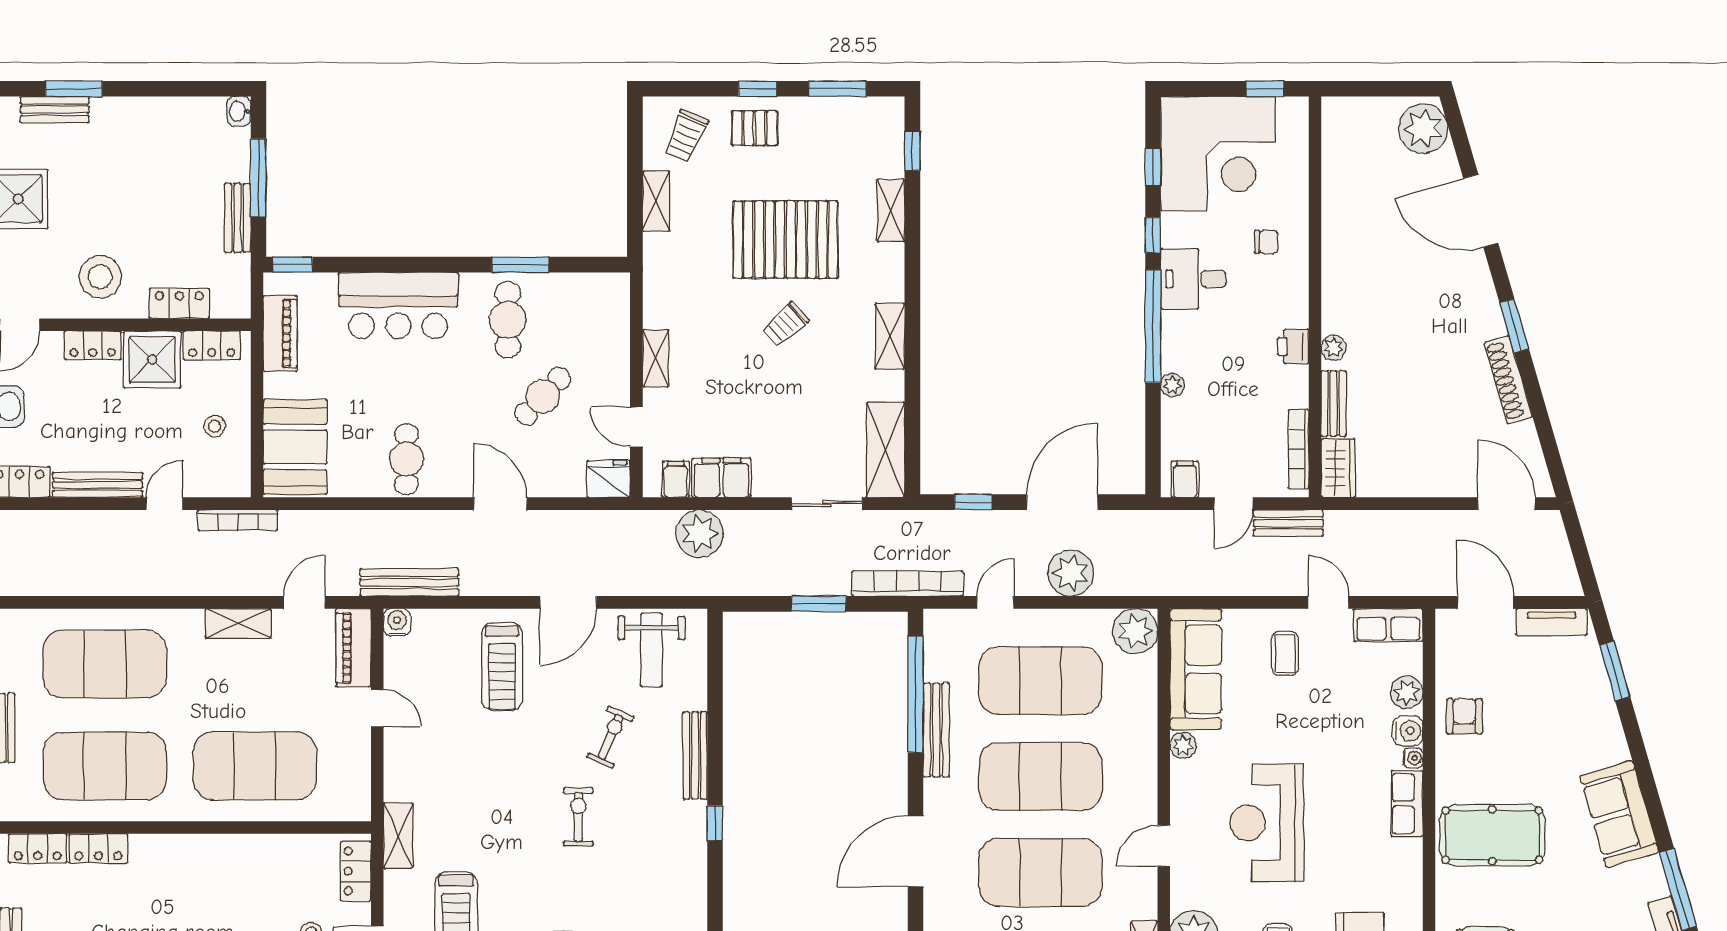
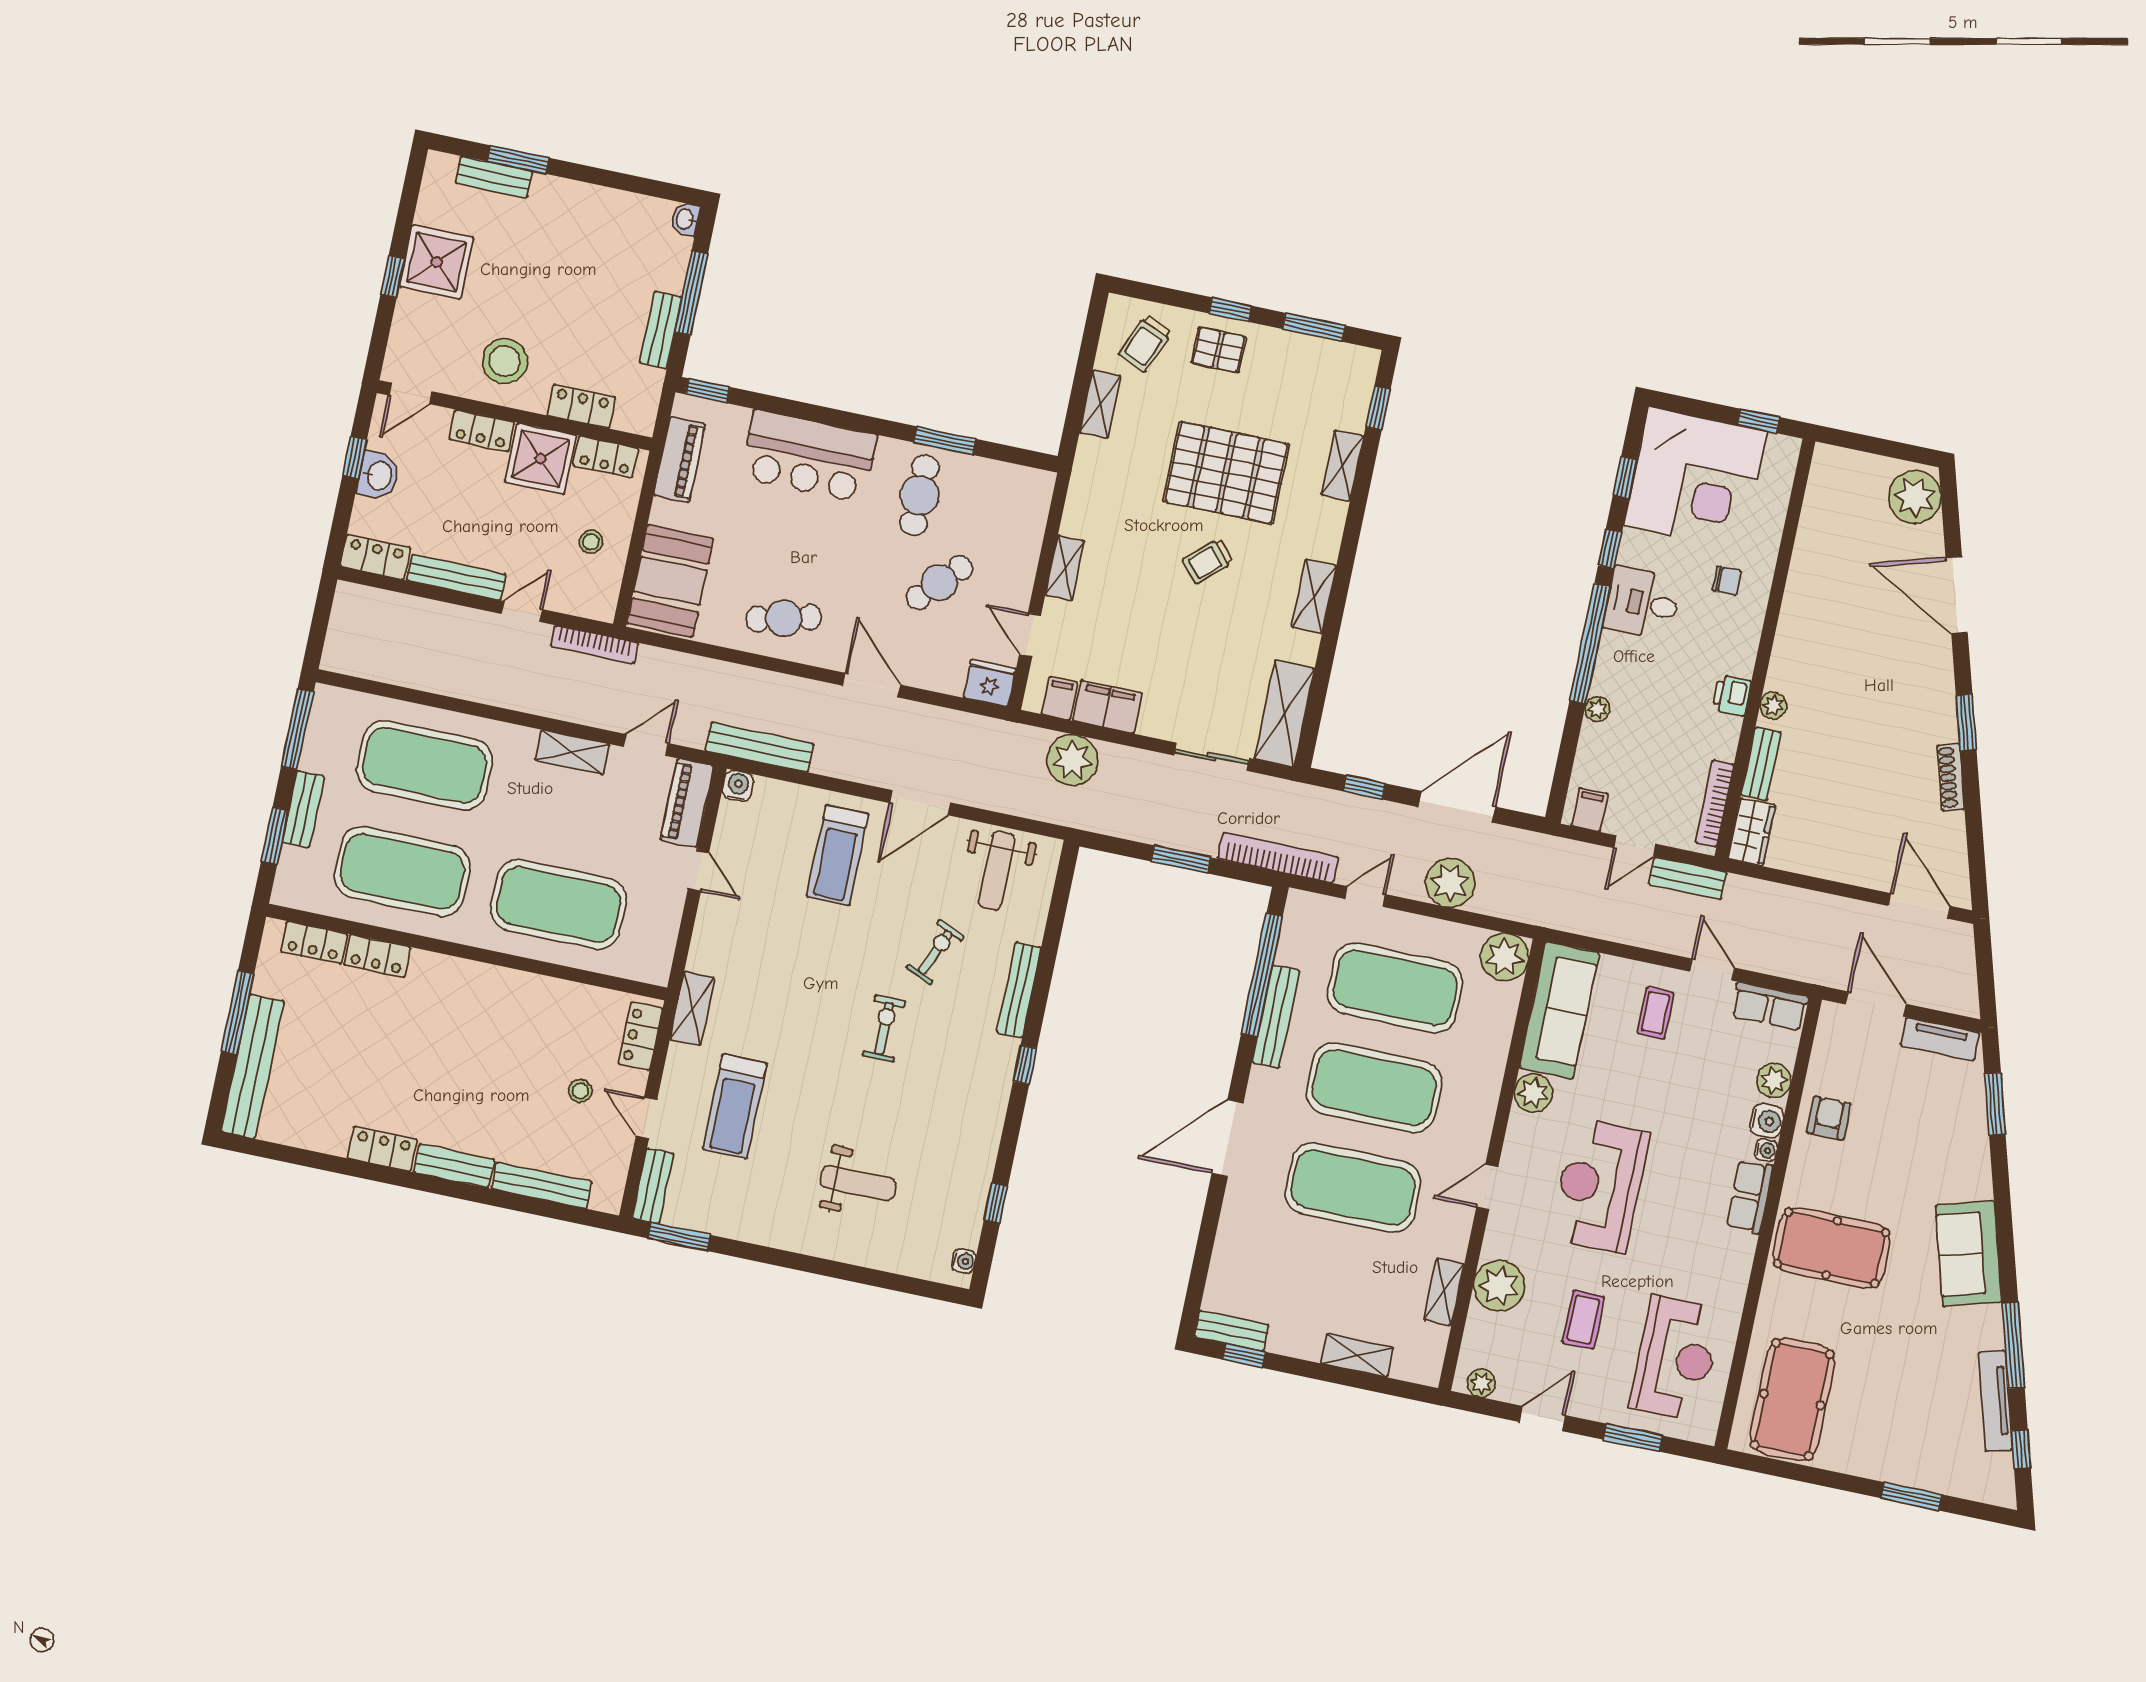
shoe rack: (1508, 380) -> (1951, 777), width x0.74, depth x0.81
cafe table: (407, 459) -> (784, 618), turned 76
plant: (1183, 745) -> (1533, 1093), width x1.38, depth x1.38

